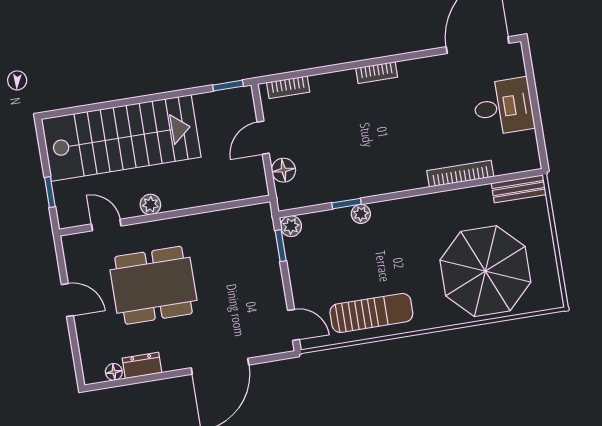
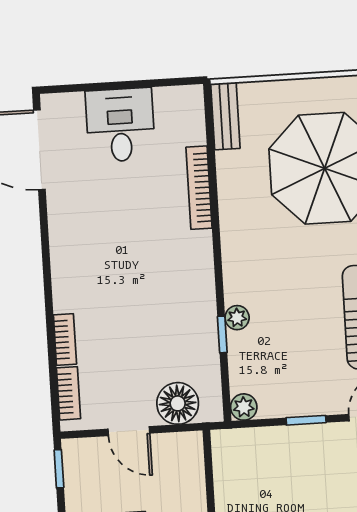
bookcase: (377, 73) -> (65, 340), moved
floor lamp: (284, 170) -> (178, 403), width x1.38, depth x1.38
window: (281, 246) -> (306, 420), moved

